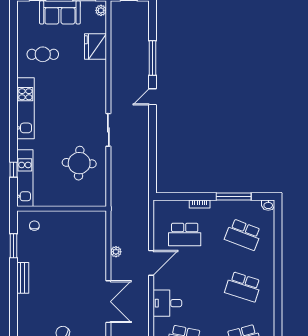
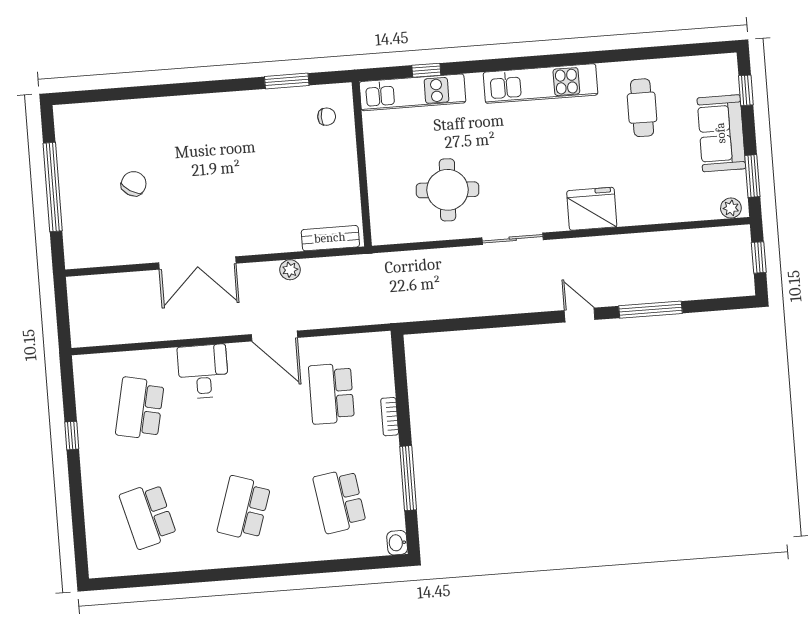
fridge: (95, 46) -> (592, 209), moved
school desk: (243, 235) -> (340, 501), turned -30
bench: (23, 278) -> (330, 238), moved

